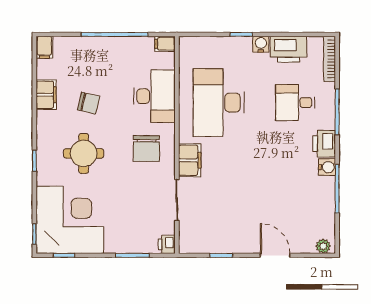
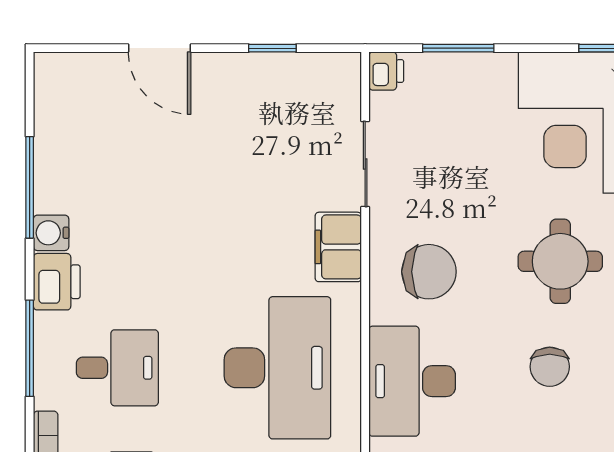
chair: (89, 103) -> (550, 367), turned -103
chair: (146, 148) -> (429, 272), turned 90
plant: (323, 246) -> (59, 67), removed

